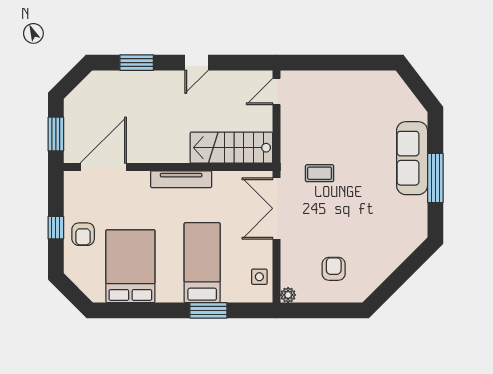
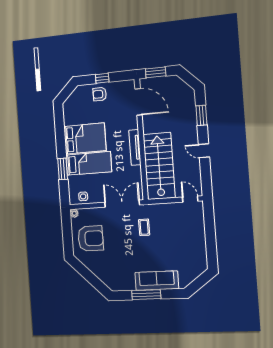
stairs: (231, 148) -> (159, 166), width x1.36, depth x1.51
bed: (130, 266) -> (85, 138), moved
armchair: (334, 269) -> (91, 238), width x1.88, depth x1.88

